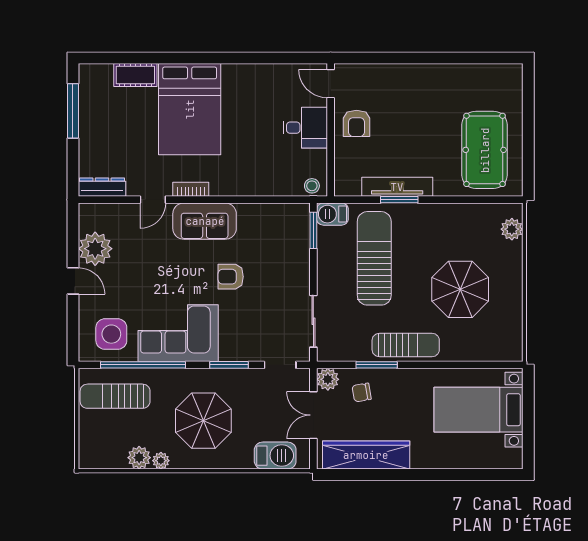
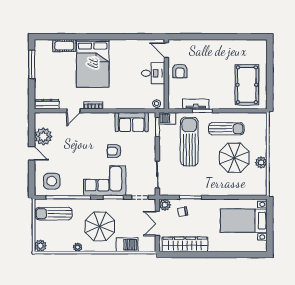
tv unit: (397, 187) -> (196, 104), width x0.71
sofa: (205, 221) -> (132, 122), moved
plant: (512, 229) -> (261, 162), moved
corner sofa: (178, 333) -> (105, 181), moved
sun lounger: (406, 345) -> (226, 129), moved
barbecue: (275, 456) -> (127, 245), moved
plant: (139, 458) -> (40, 246), moved

